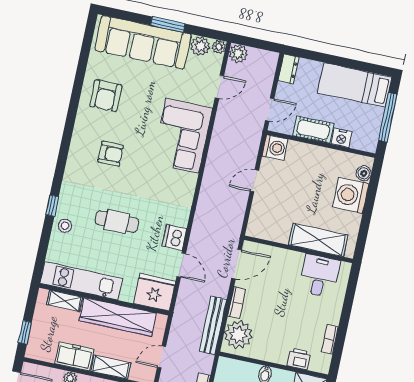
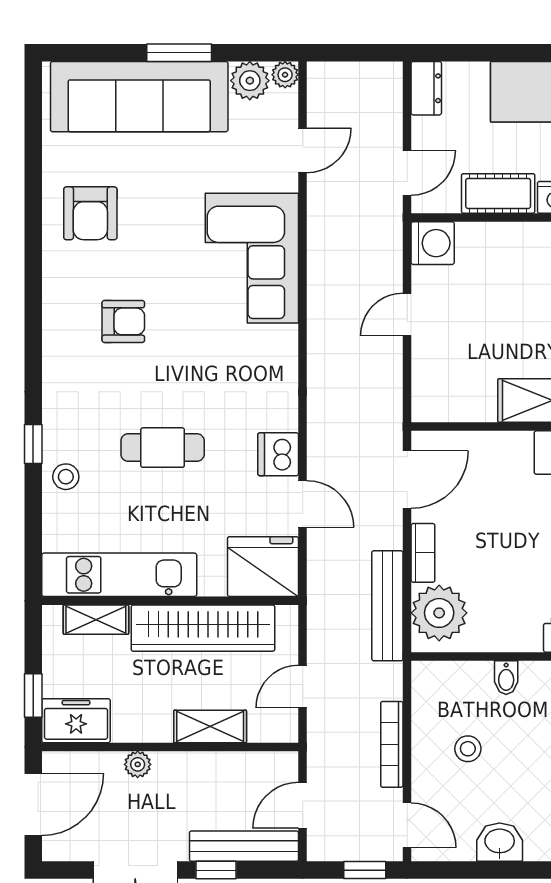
plant: (238, 54) -> (325, 79), removed
freezer: (74, 356) -> (76, 721), moved

